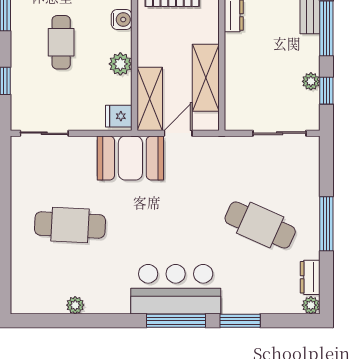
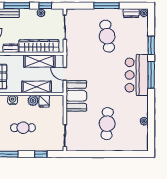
wardrobe: (239, 77) -> (39, 46), added
shelving: (150, 99) -> (36, 87), moved
fridge: (119, 116) -> (44, 101), moved
cafe table: (260, 225) -> (107, 36), turned -33

